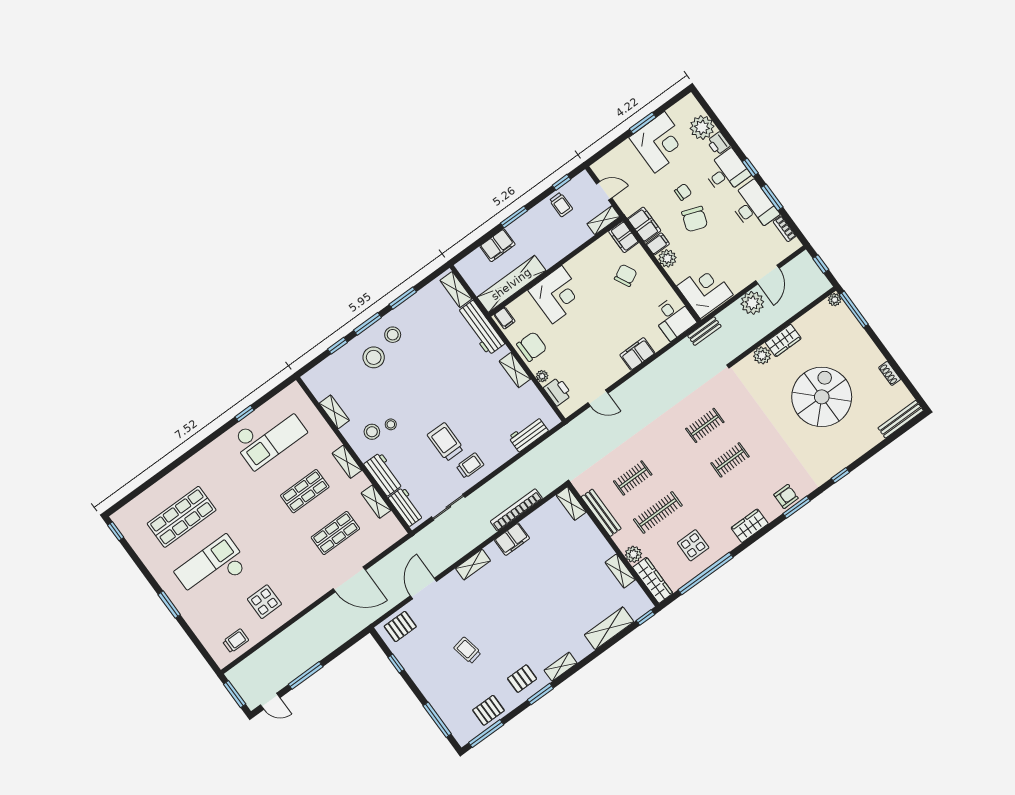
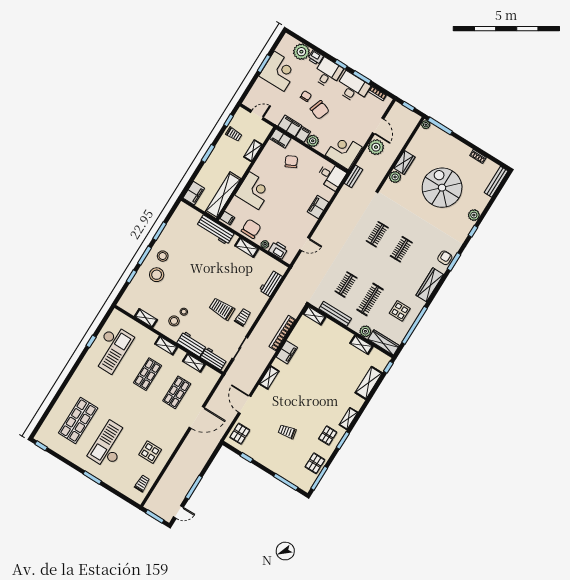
shelving: (603, 220) -> (253, 151), moved
filing cabinet: (498, 245) -> (194, 193), moved
shelving: (456, 290) -> (190, 213), removed
plant: (851, 453) -> (474, 215), added
wardrobe: (750, 526) -> (430, 285), width x1.50

